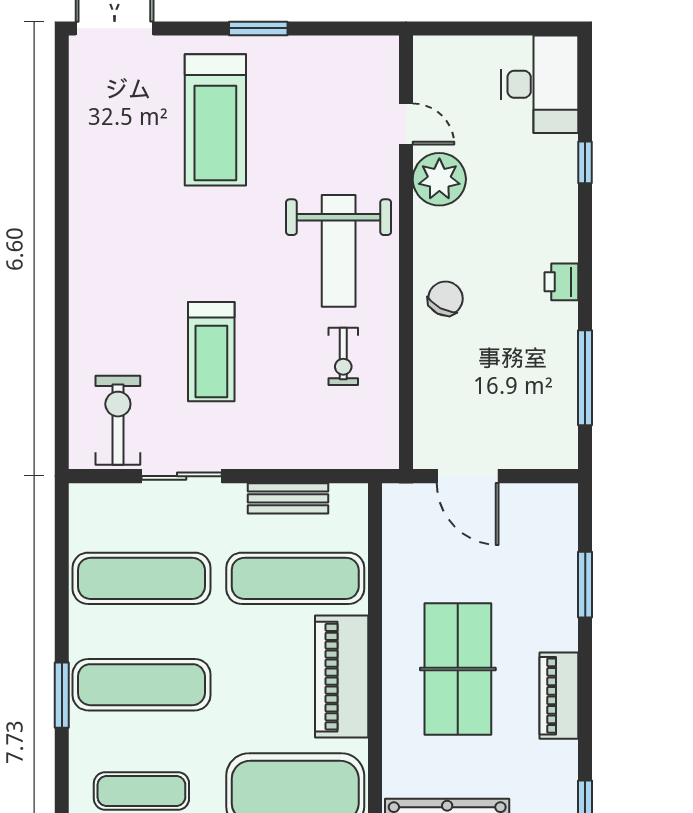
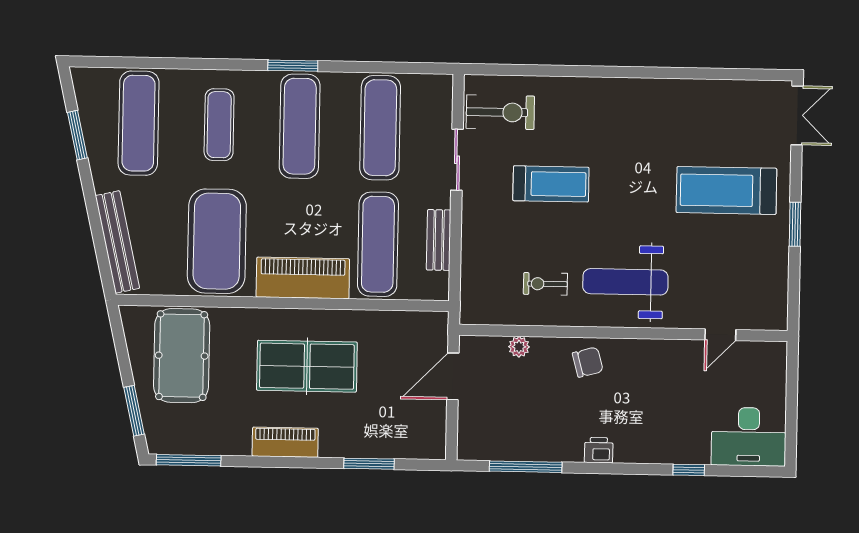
plant: (439, 179) -> (519, 347), moved, width x0.53, depth x0.53
chair: (445, 298) -> (588, 362), turned -43
treadmill: (211, 352) -> (551, 184), turned 180

